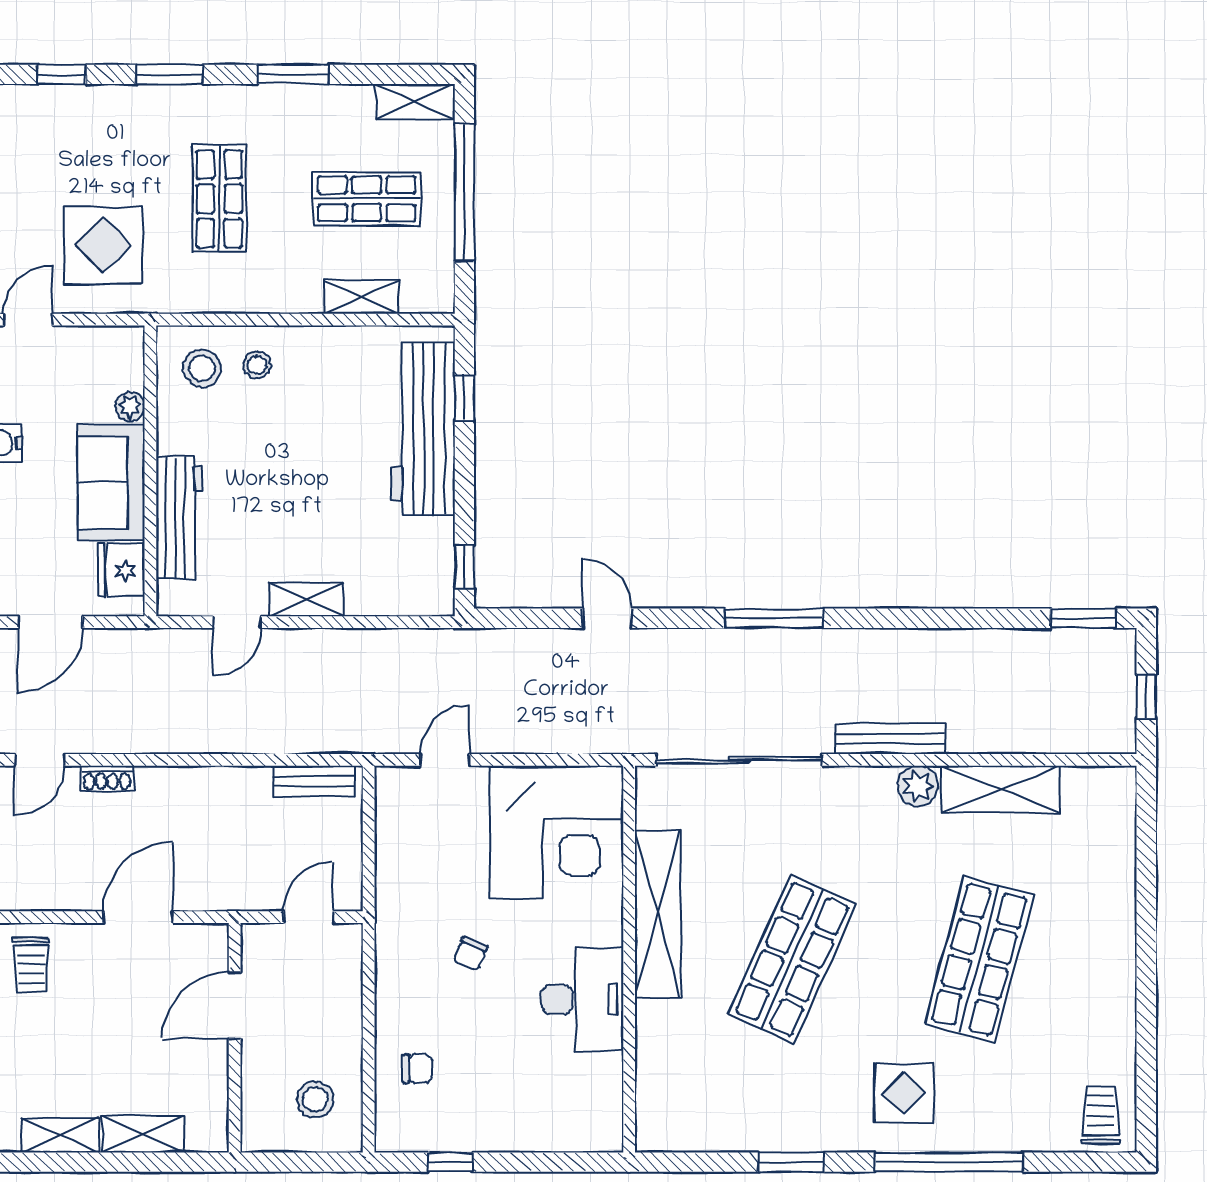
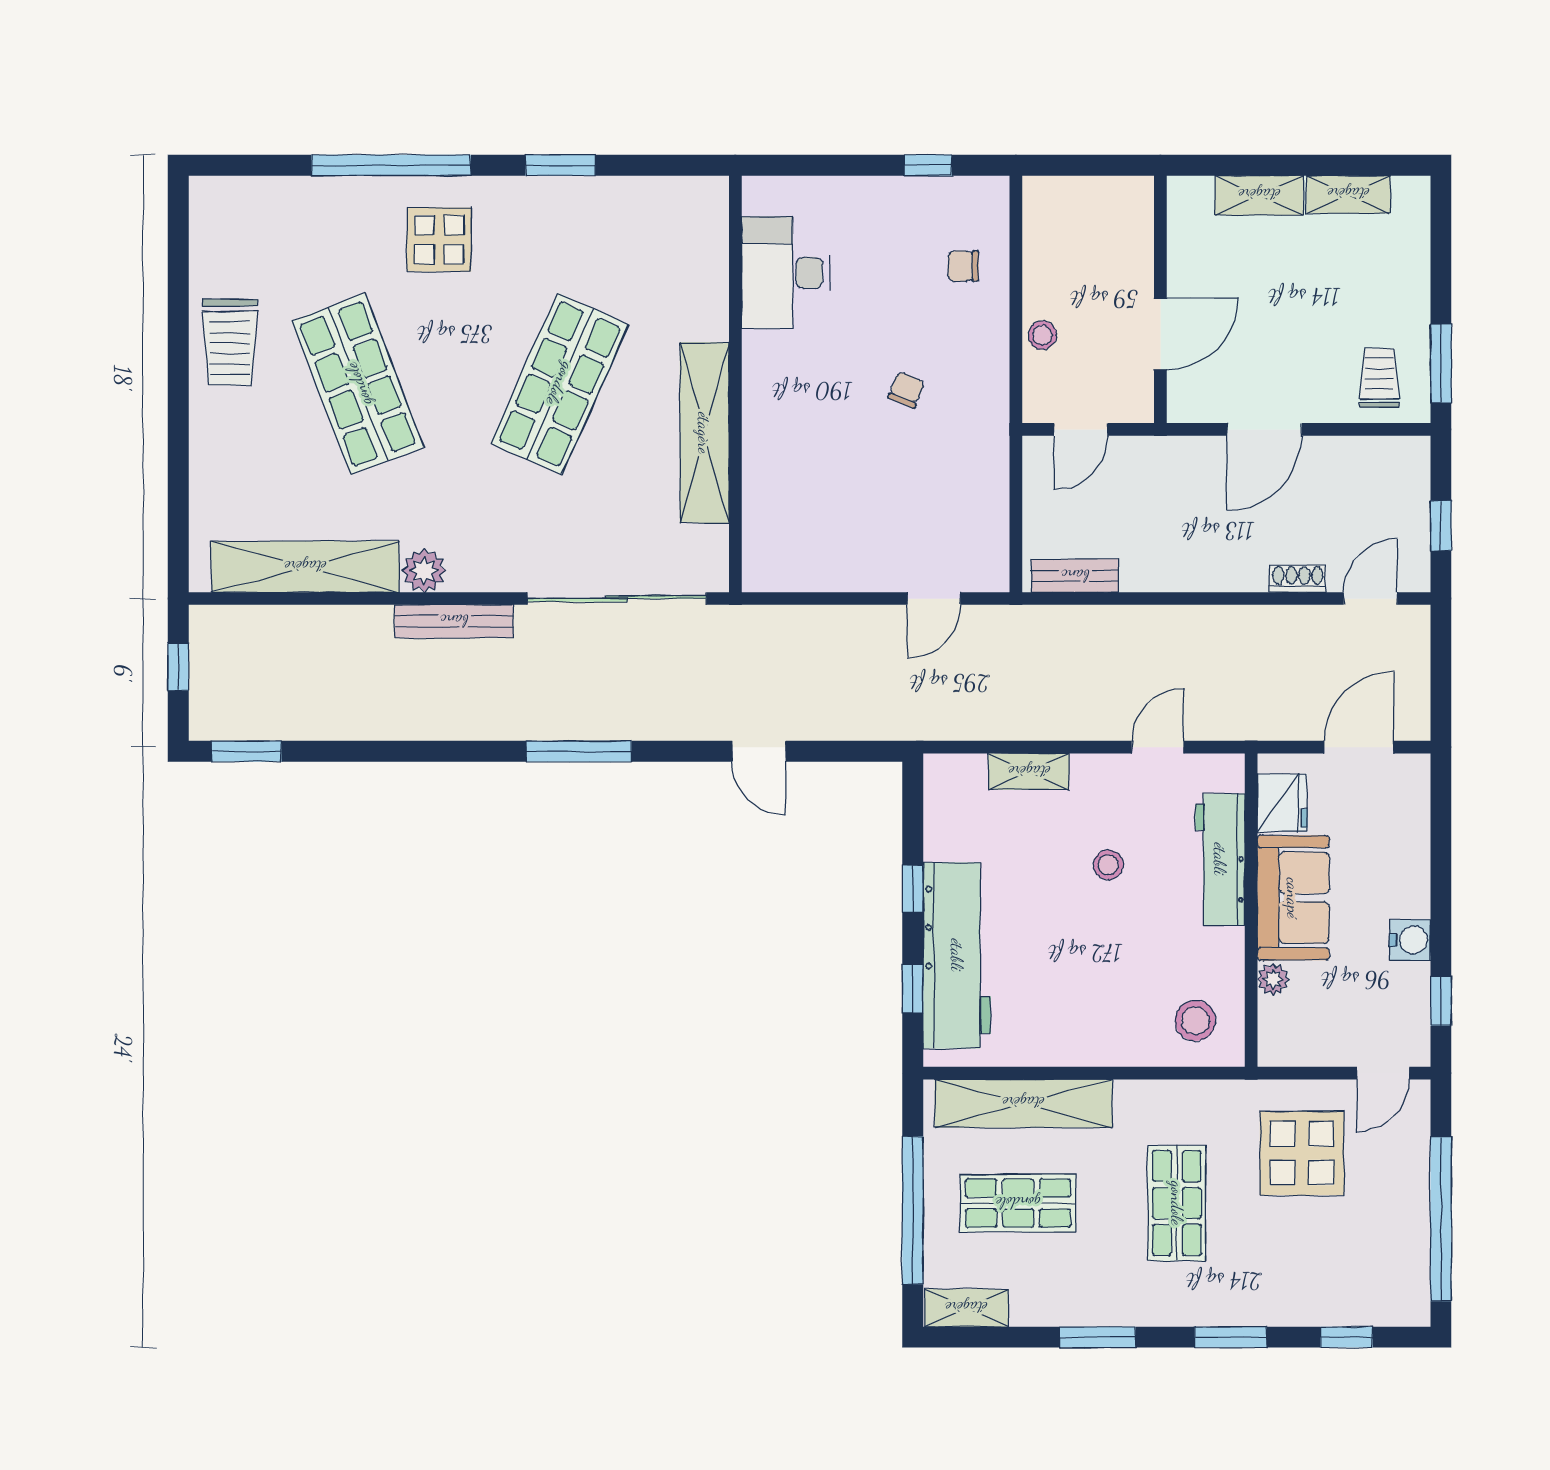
shelving: (362, 297) -> (1023, 1103), width x2.20, depth x1.33
stool: (257, 365) -> (1108, 865), moved
window: (464, 567) -> (913, 889), moved
shelving: (306, 599) -> (1029, 772), moved
shelving: (1001, 789) -> (305, 567), width x1.47
corner desk: (557, 832) -> (813, 521), removed
shop shelf: (979, 959) -> (358, 384), turned -36
desk: (582, 999) -> (786, 273), moved
stool: (315, 1099) -> (1042, 335), moved, width x0.73, depth x0.73
trolley: (1101, 1115) -> (230, 342), moved, width x1.36, depth x1.39

